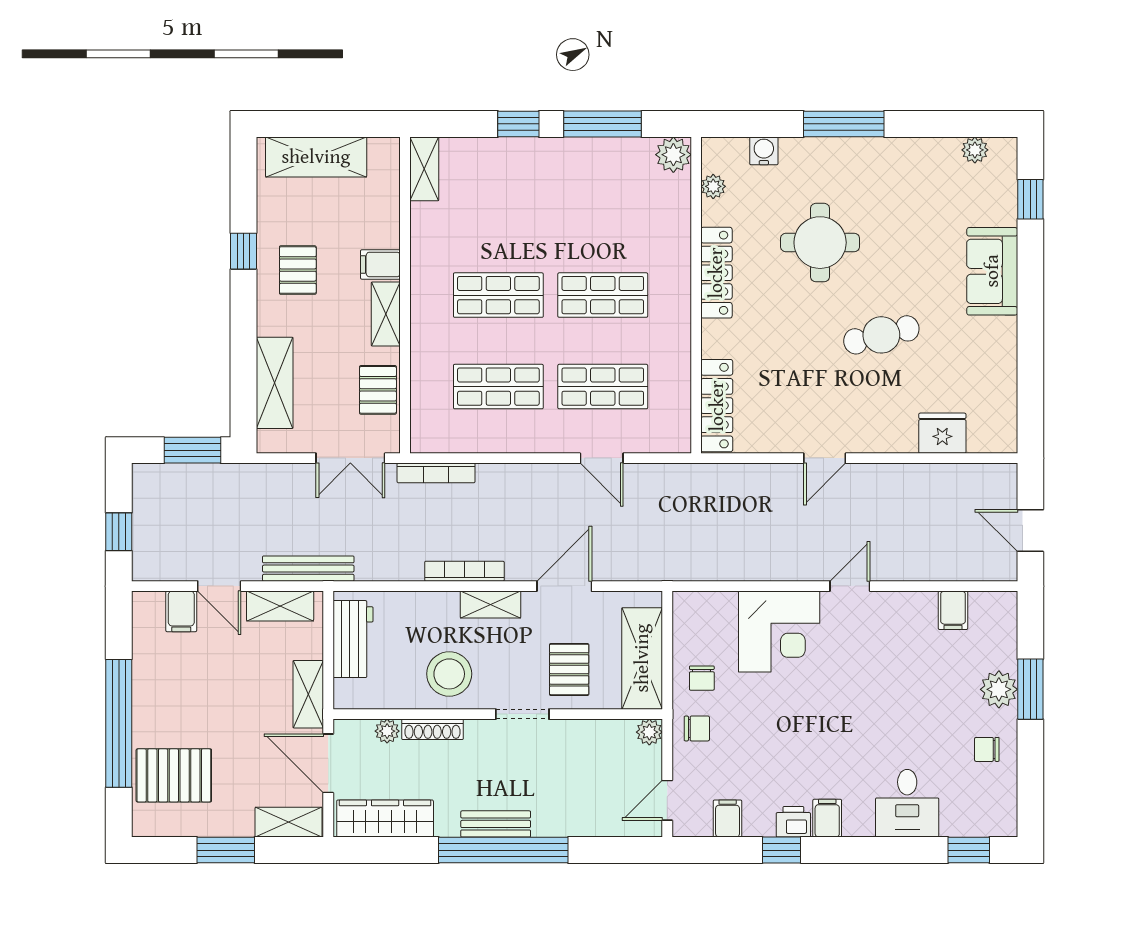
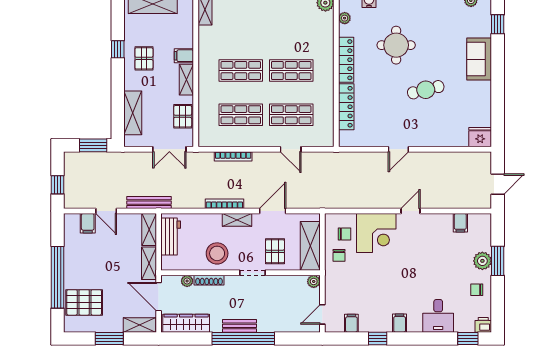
locker: (717, 406) -> (346, 107), moved
fridge: (942, 433) -> (480, 137), moved
bookcase: (436, 473) -> (233, 156), moved
door: (1030, 531) -> (498, 184), swing flipped
shelving: (280, 606) -> (149, 230), moved, turned 90
chair: (697, 728) -> (345, 234), moved
printer: (793, 822) -> (483, 325), moved

